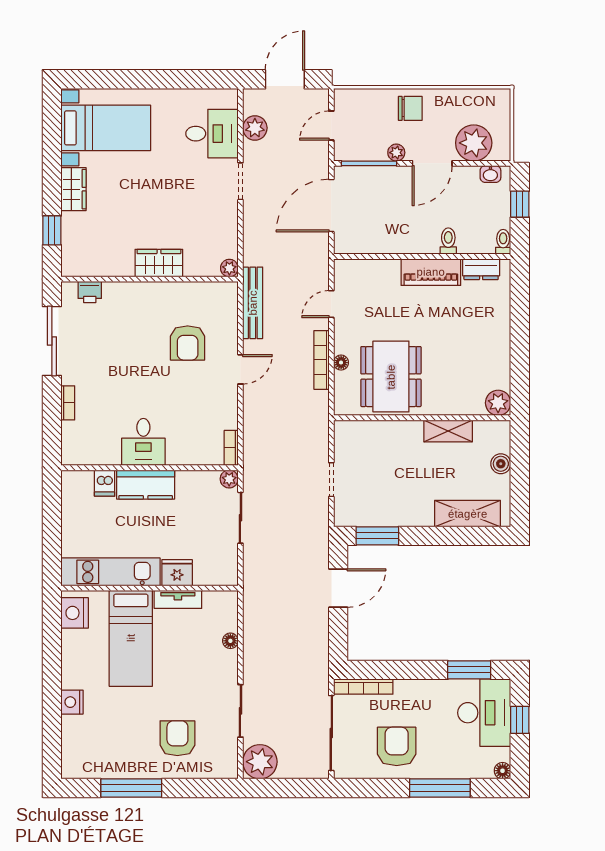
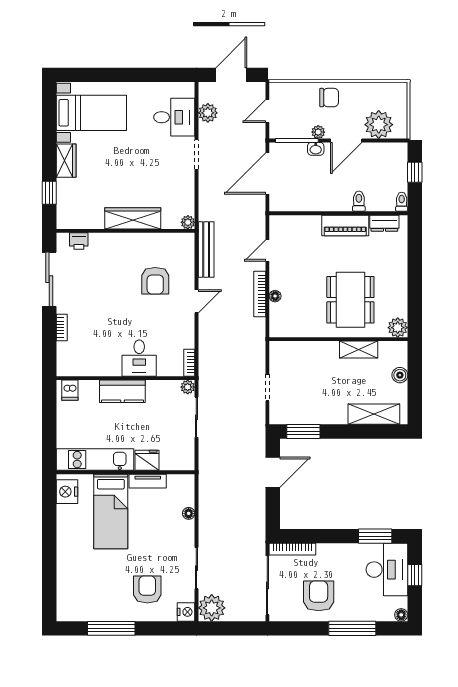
washbasin: (490, 174) -> (316, 149), moved
wardrobe: (159, 263) -> (133, 218), width x1.50
dining table: (391, 377) -> (350, 300), moved
desk: (143, 442) -> (139, 358), moved
dishwasher: (105, 483) -> (70, 390), moved
nightstand: (72, 702) -> (186, 612), moved, turned 180

